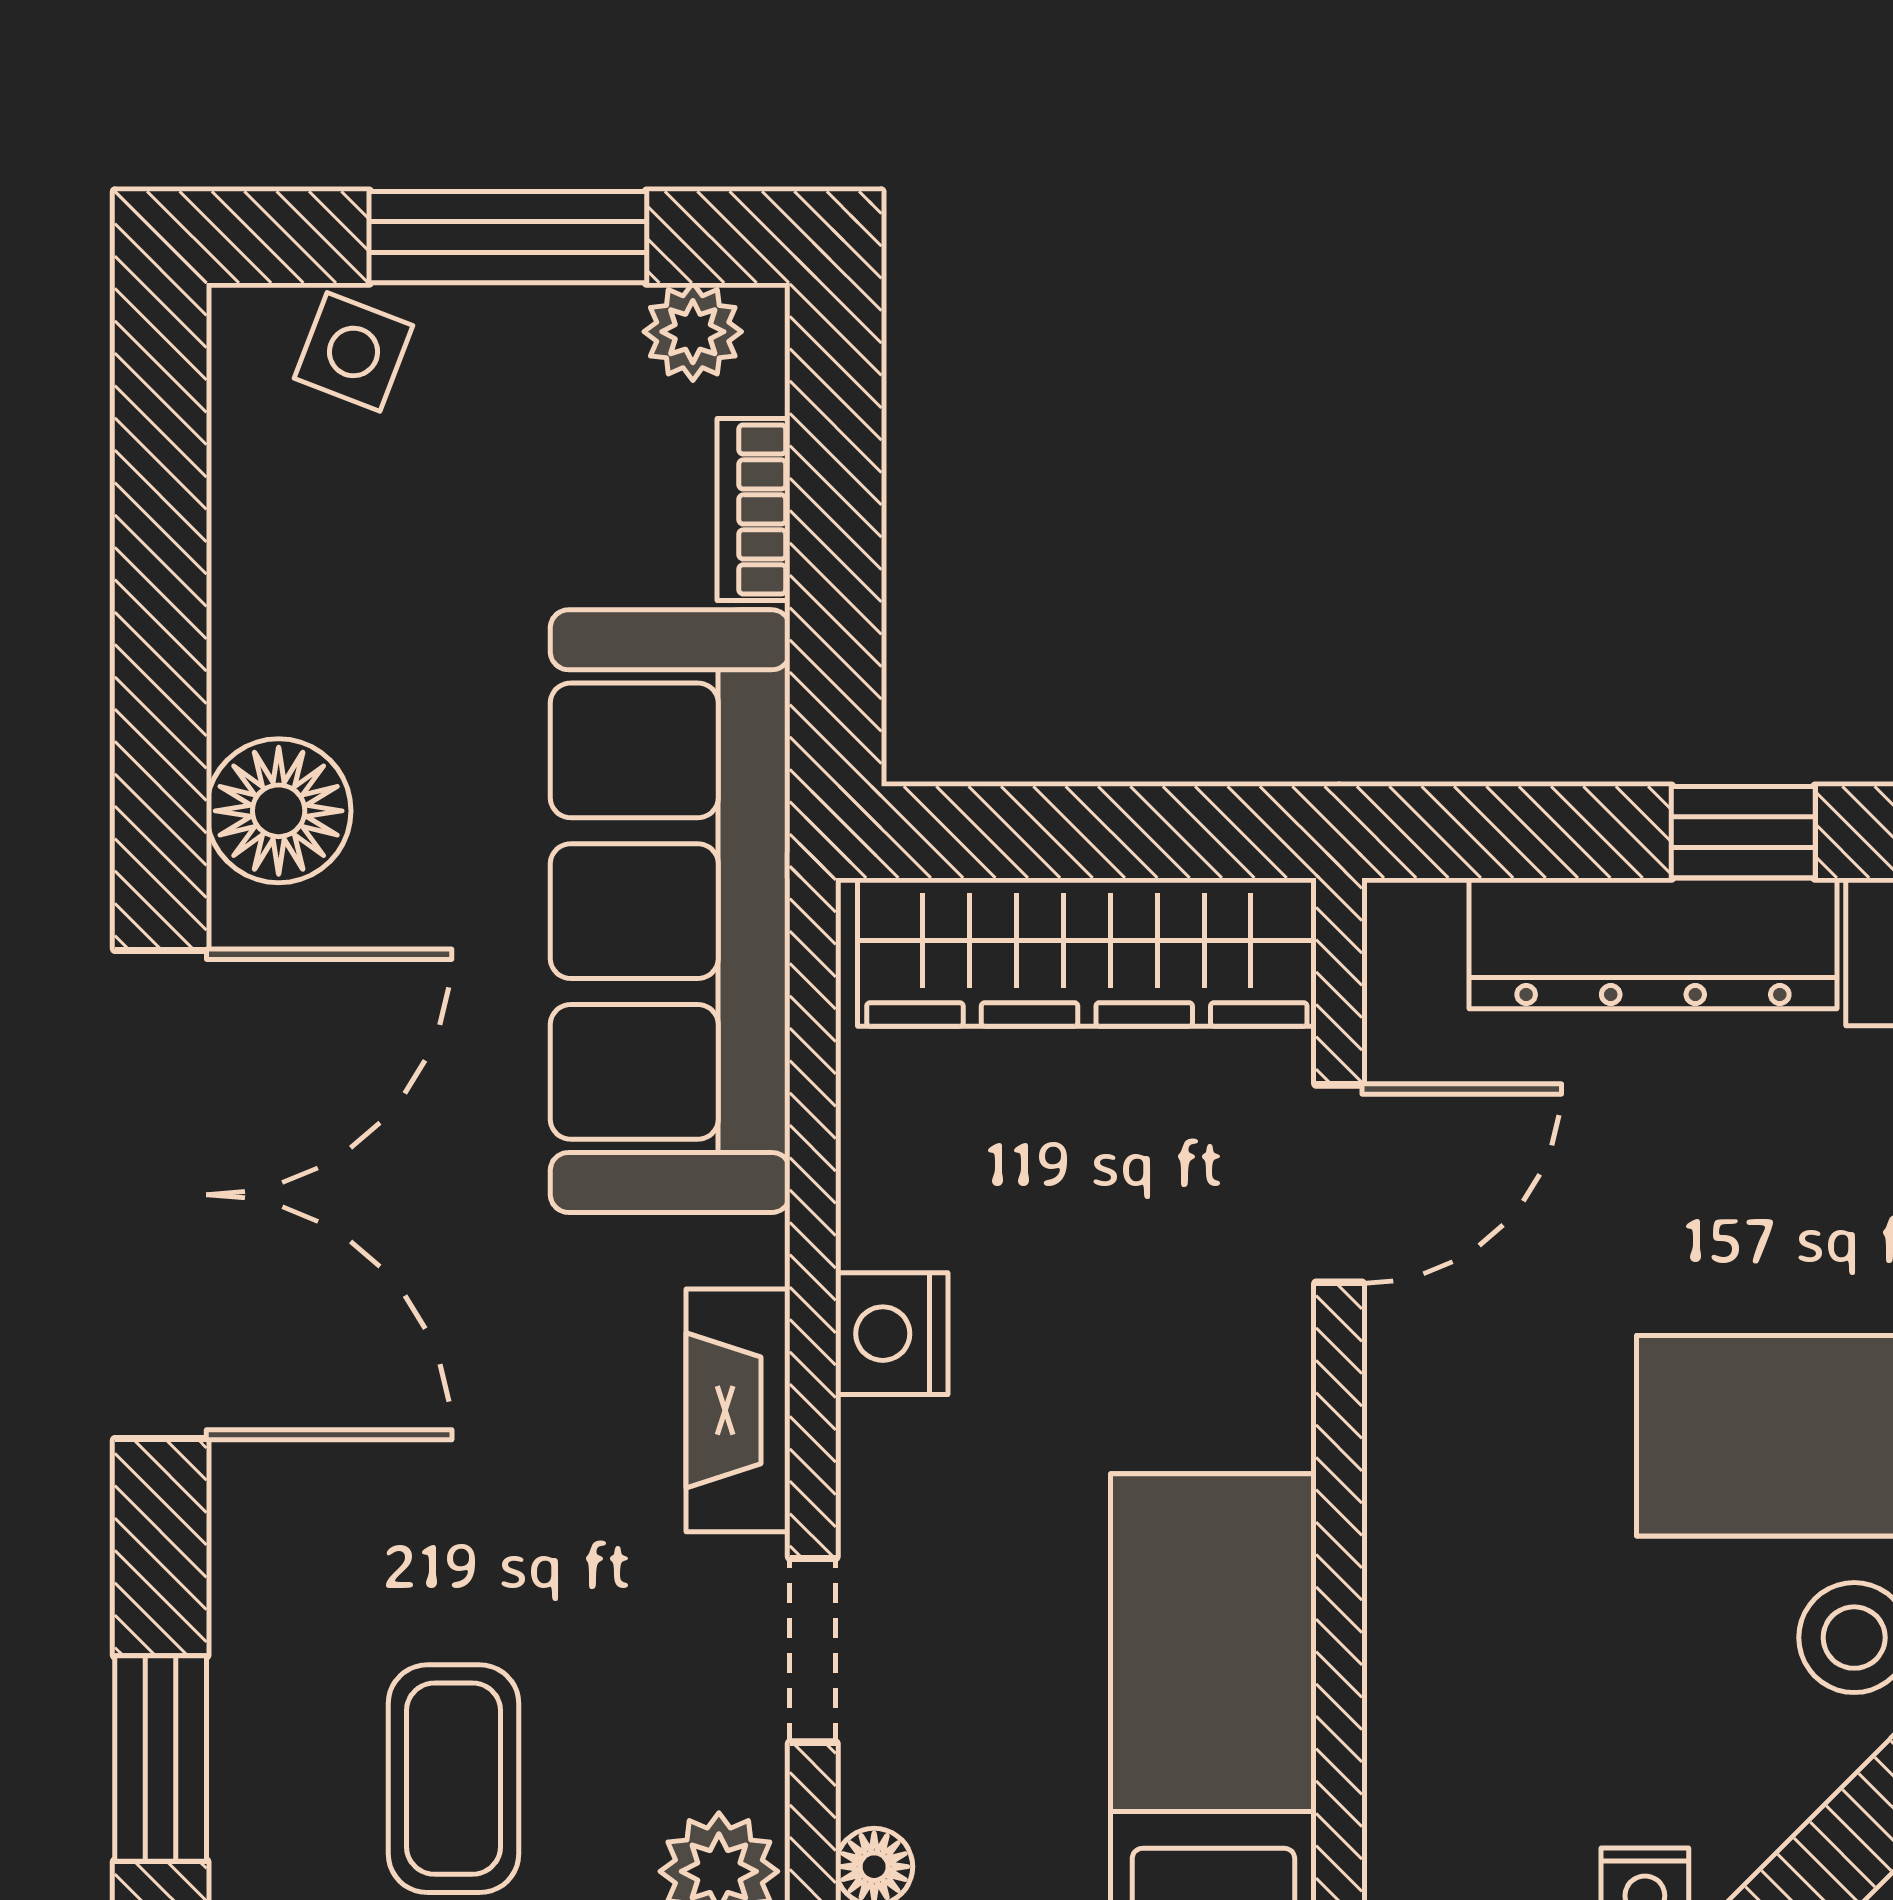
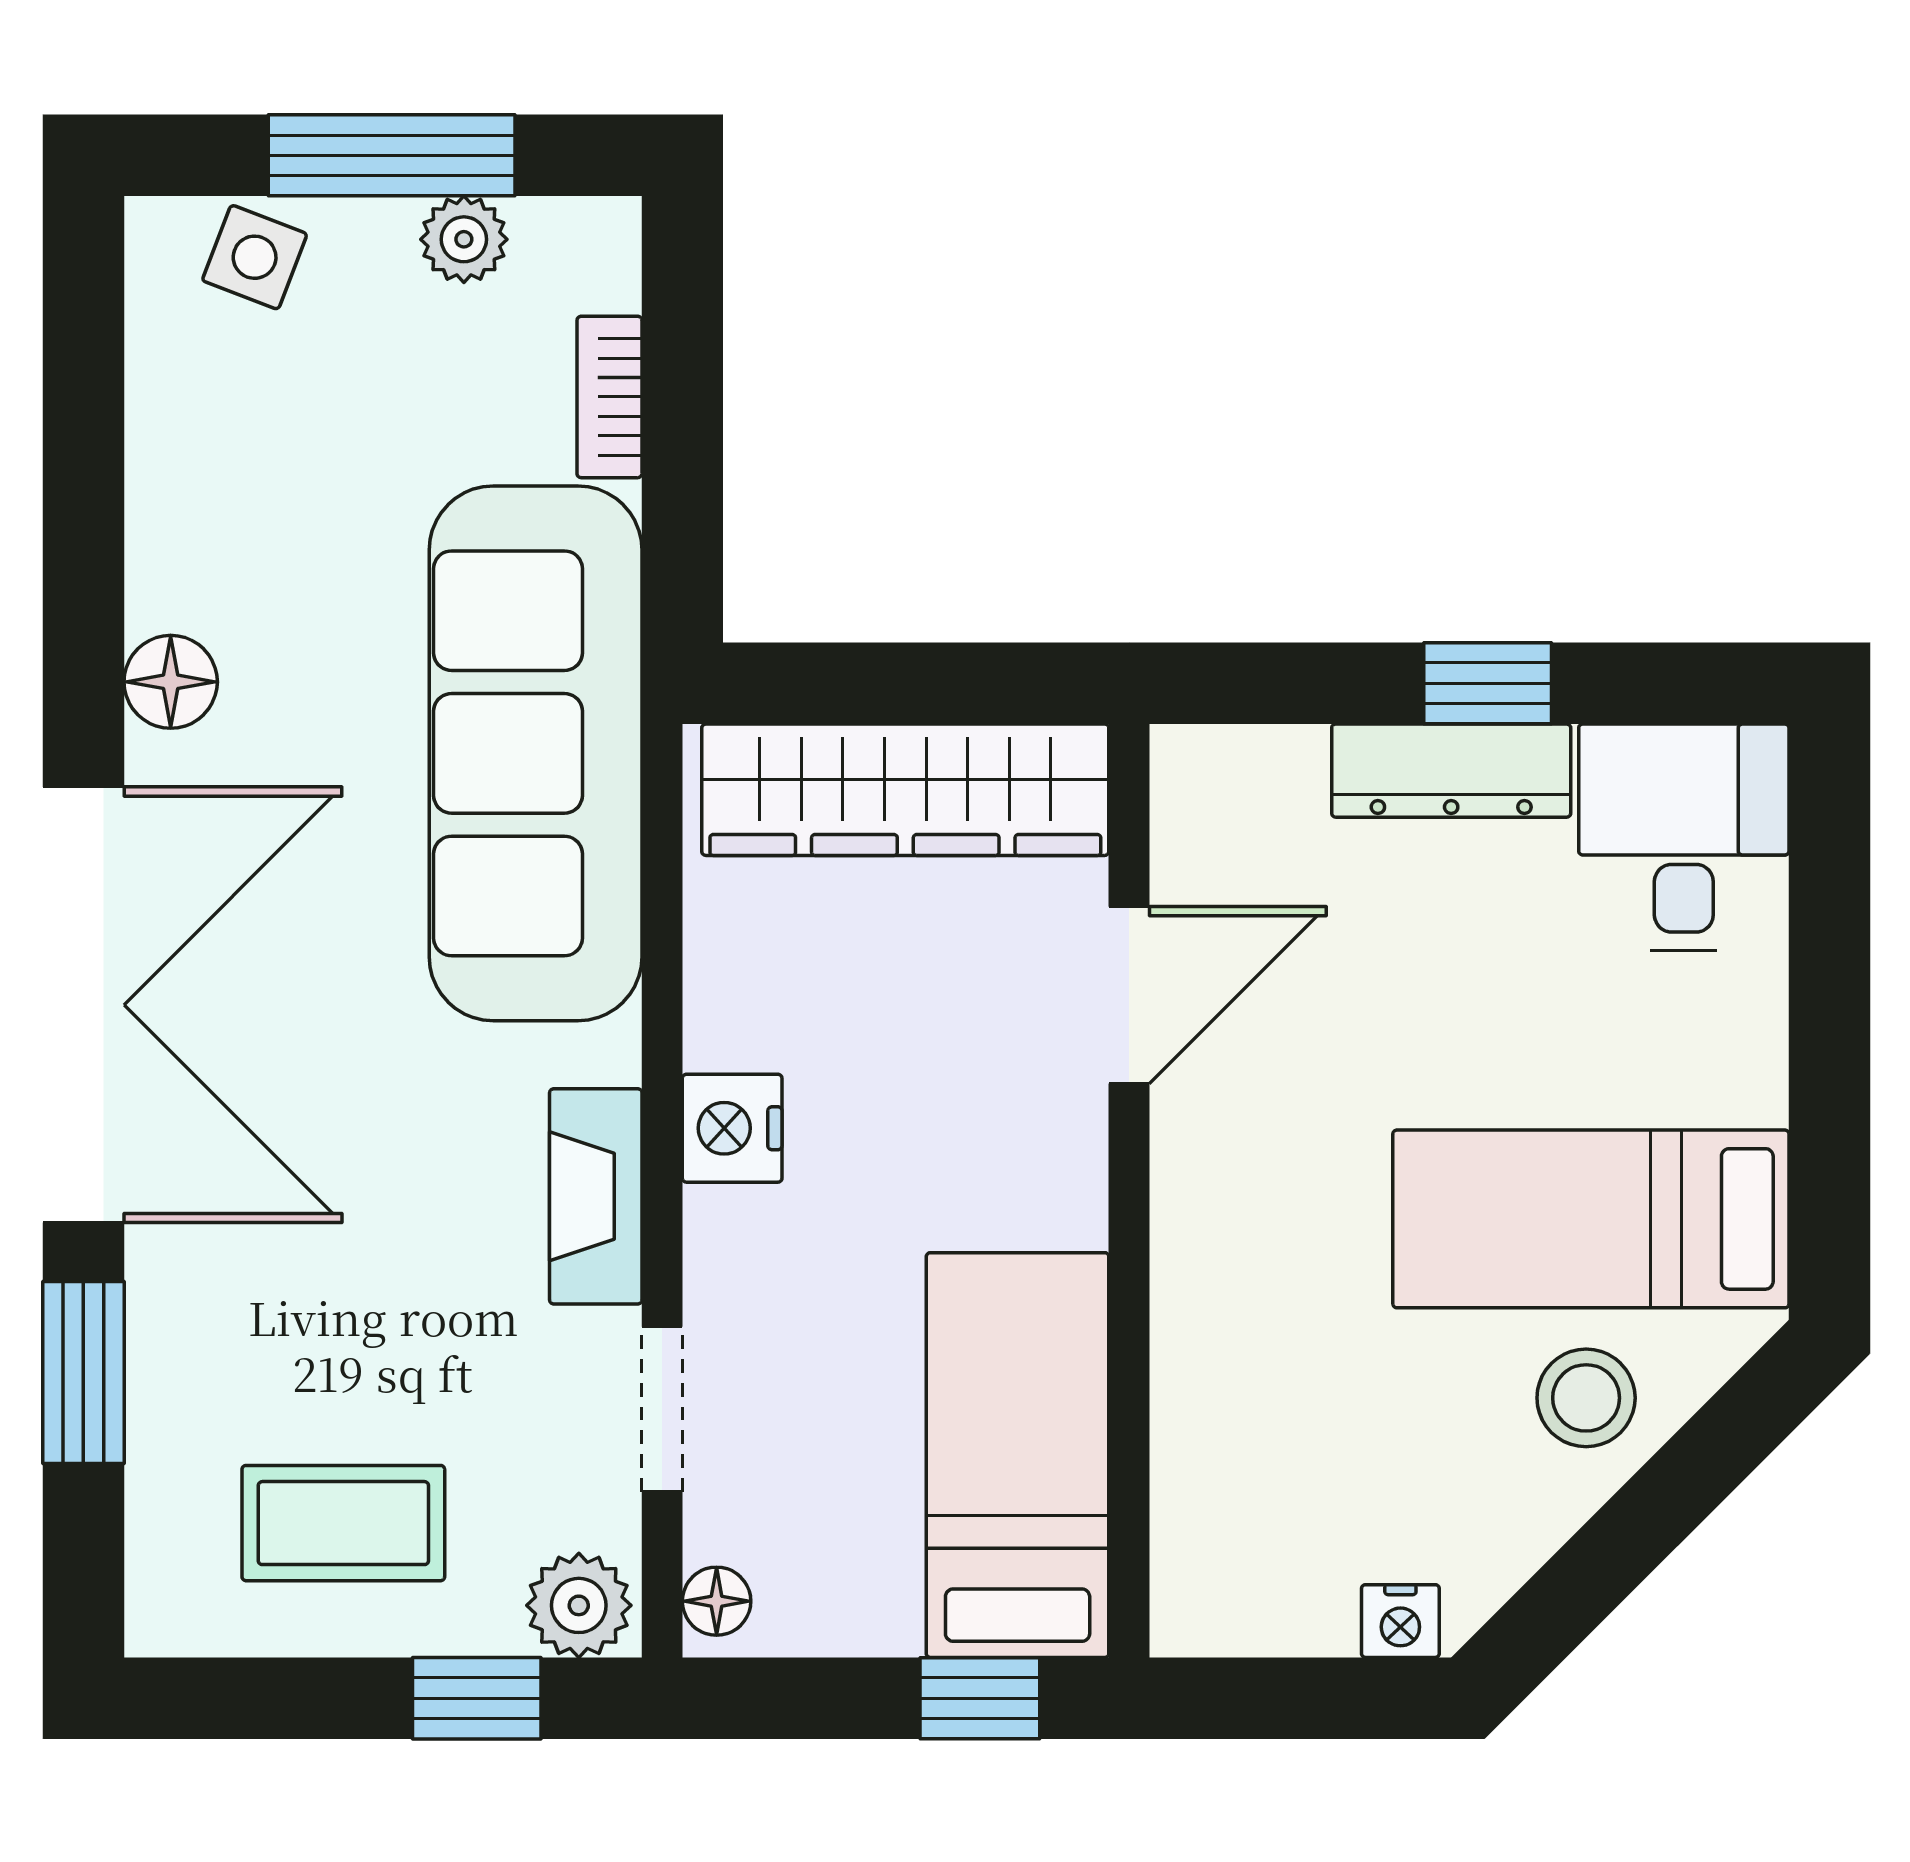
plant: (693, 332) -> (464, 239), moved
floor lamp: (279, 811) -> (171, 682), width x0.73, depth x0.73
dresser: (1653, 943) -> (1451, 771), width x0.73, depth x0.80
window: (161, 1758) -> (83, 1372), moved
coffee table: (454, 1779) -> (343, 1523), turned 90

